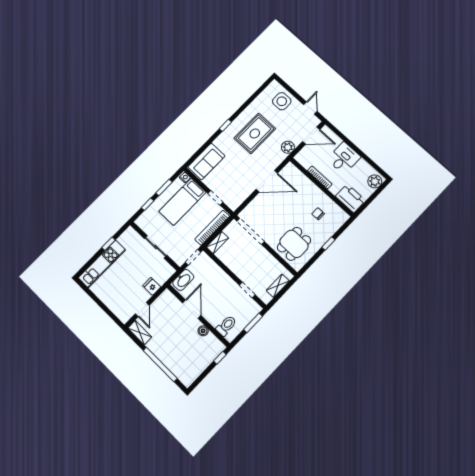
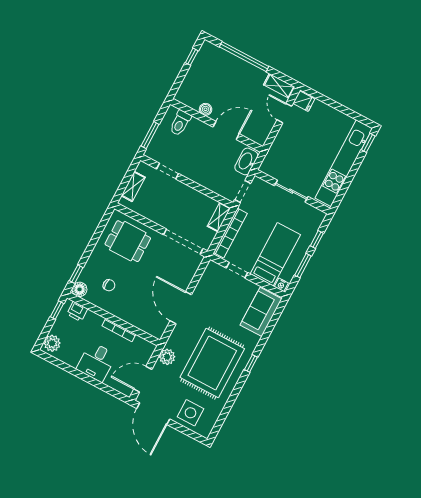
door: (310, 108) -> (153, 414), width x1.87
rug: (255, 133) -> (212, 363), width x1.37, depth x1.44
door: (267, 181) -> (181, 308), hinge flipped
printer: (351, 198) -> (77, 311), width x0.53, depth x0.68
window: (364, 206) -> (57, 310), added
floor lamp: (342, 217) -> (80, 289), added
window: (108, 244) -> (368, 143), moved
dining table: (294, 244) -> (128, 241), turned 90
window: (328, 244) -> (76, 274), moved
kitchen unit: (102, 264) -> (344, 163), width x1.36
fridge: (152, 286) -> (304, 101), moved
door: (192, 309) -> (226, 130), swing flipped
window: (220, 358) -> (192, 57), moved

